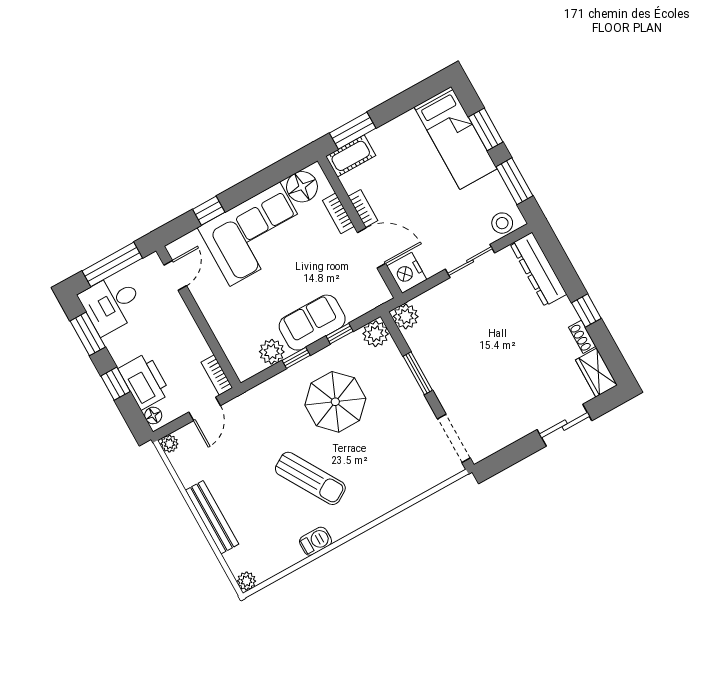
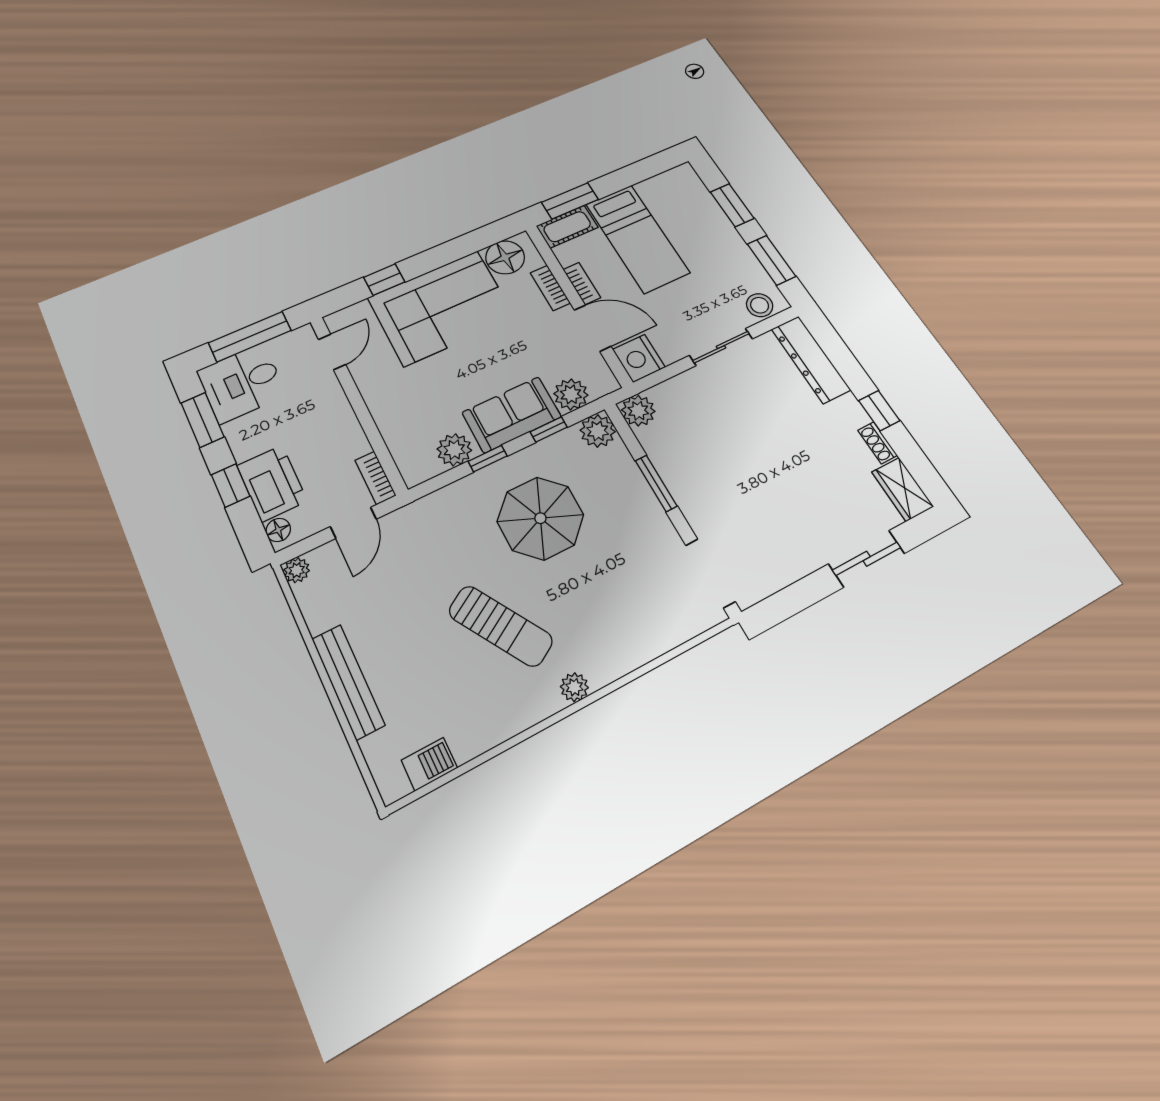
bed: (456, 138) -> (637, 238), moved
plant: (356, 305) -> (571, 394), added
barbecue: (316, 541) -> (429, 764), moved
plant: (246, 581) -> (574, 687), moved

